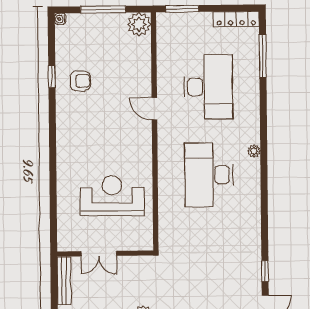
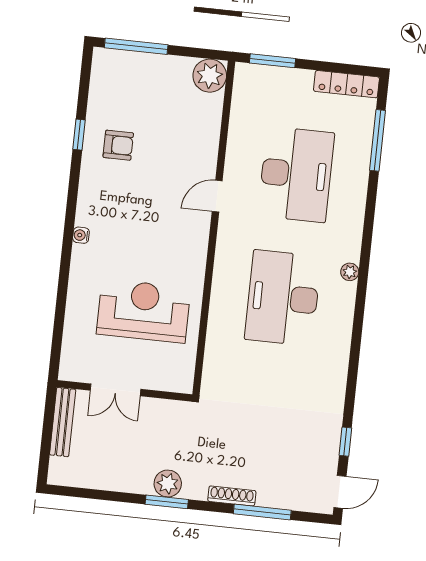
window: (103, 9) -> (136, 46), moved
water cooler: (60, 19) -> (81, 235), moved
door: (154, 109) -> (217, 196), hinge flipped

